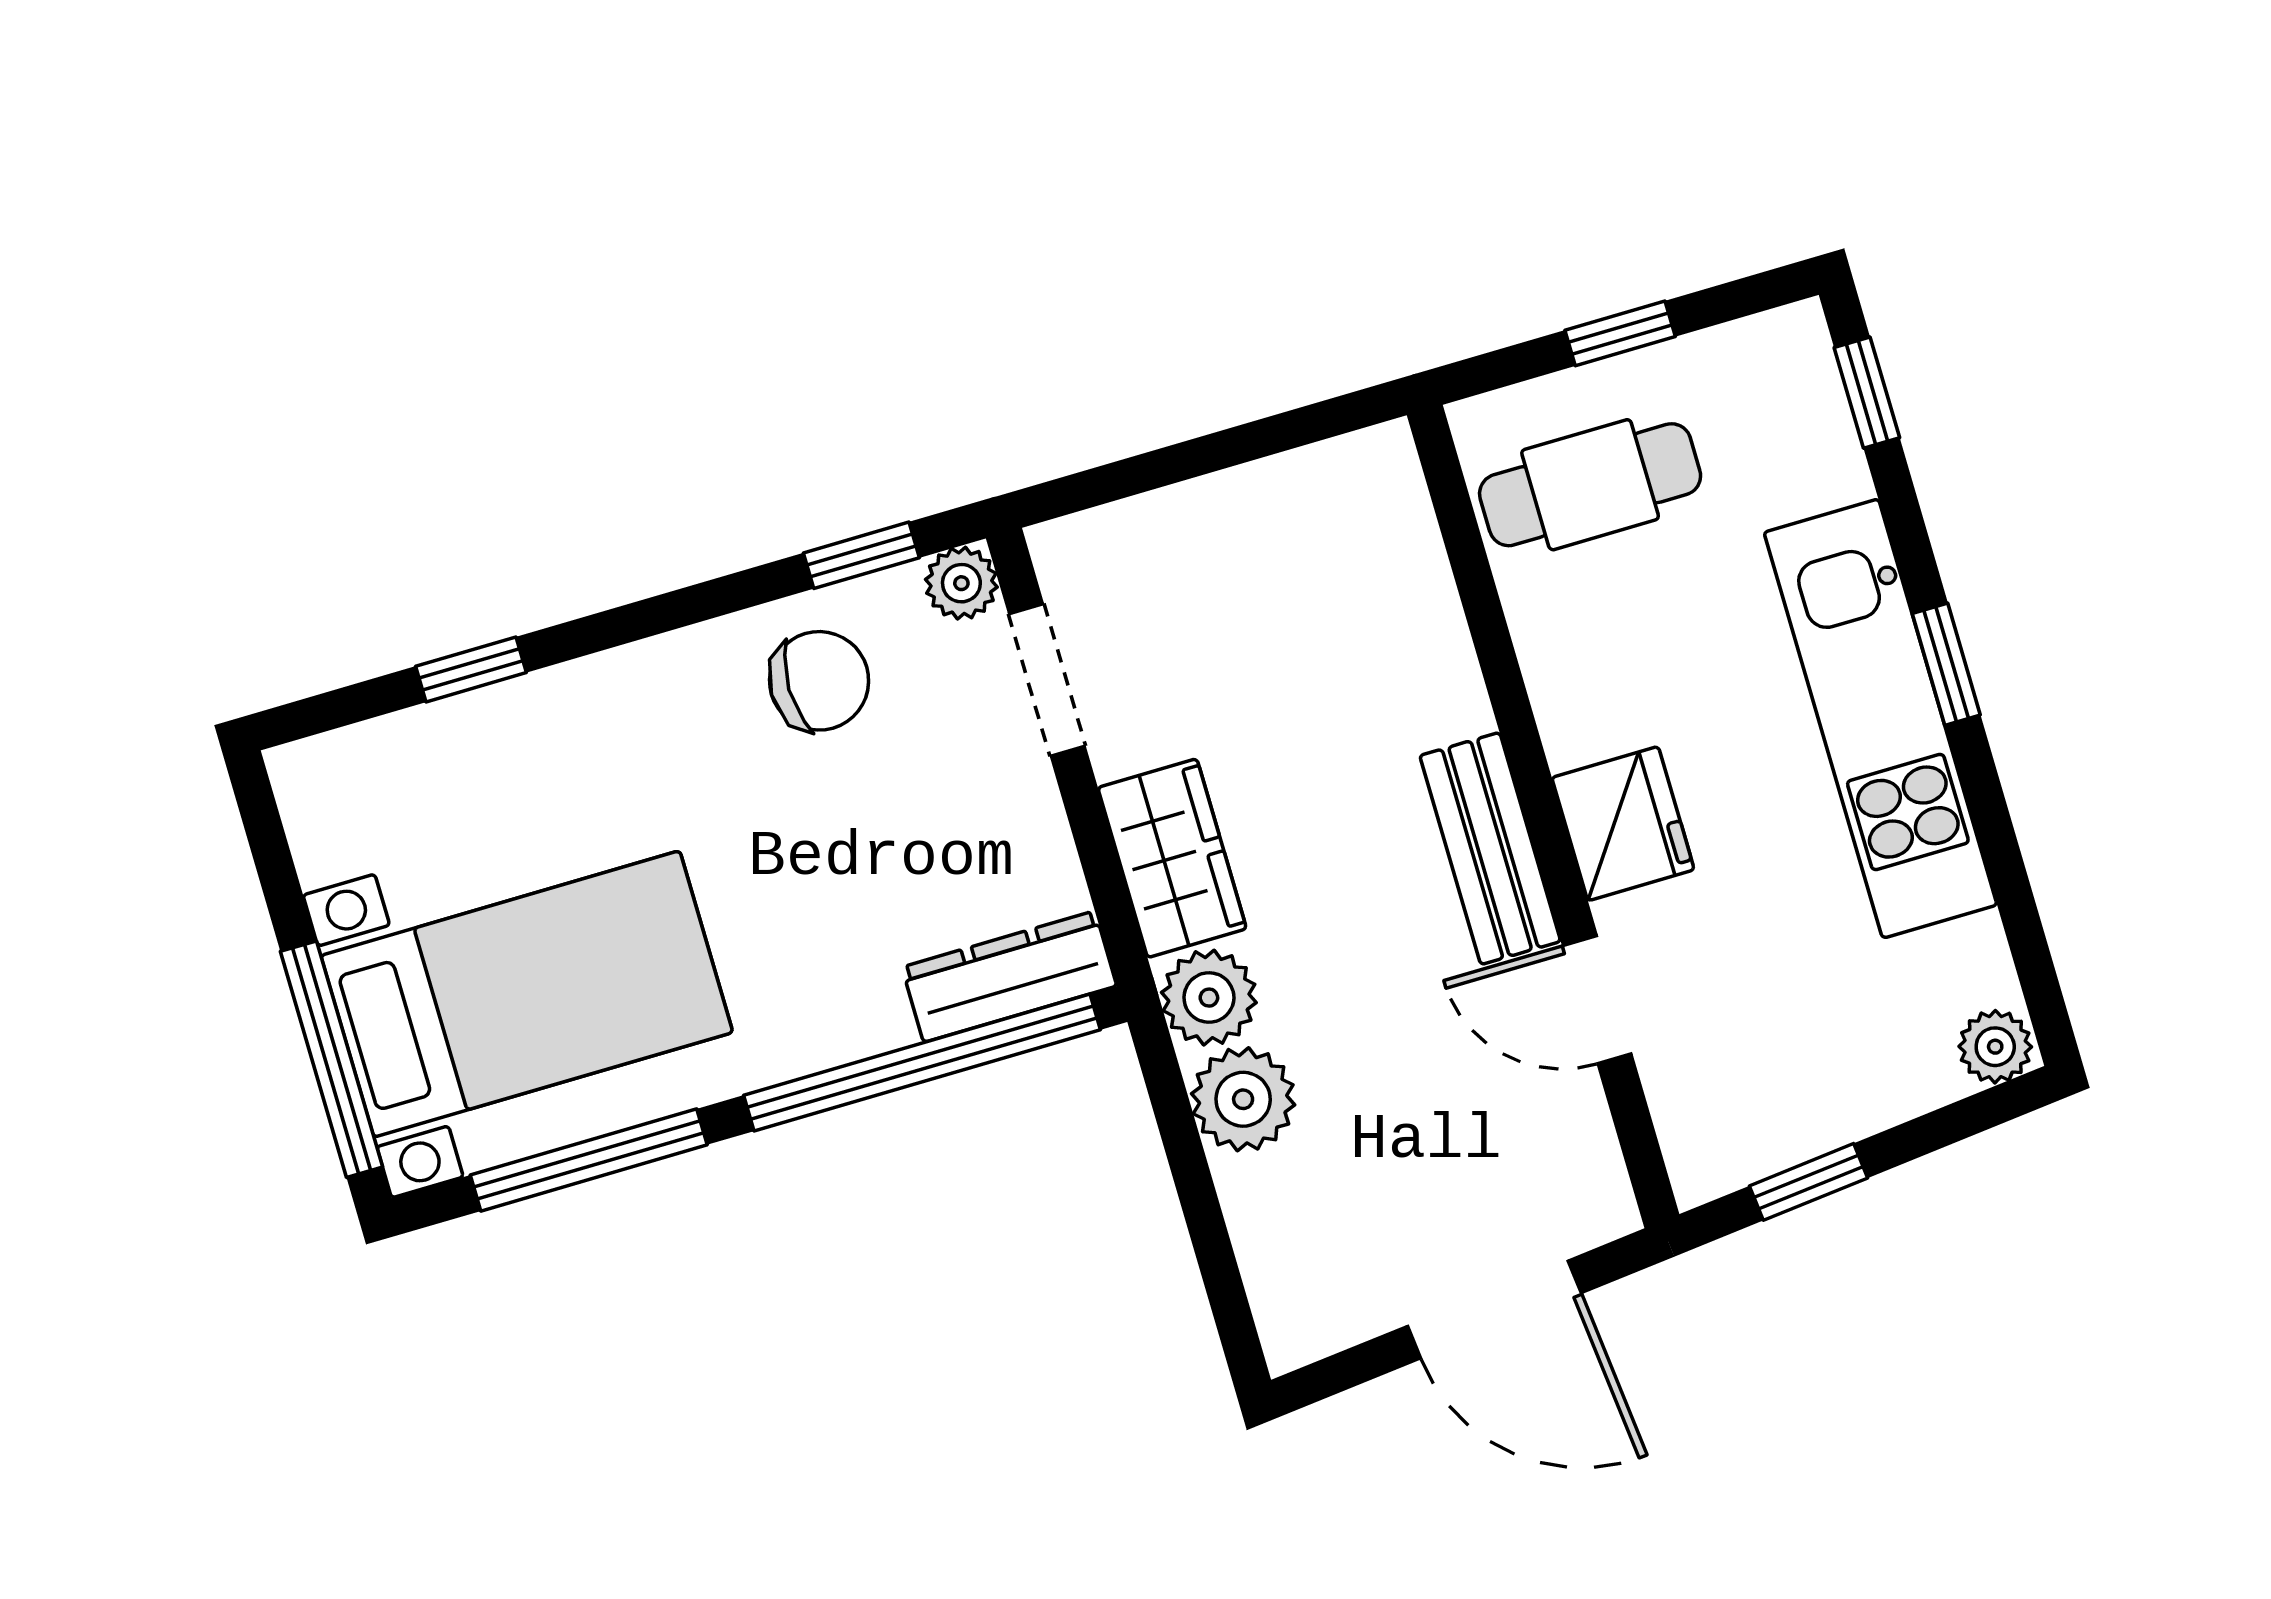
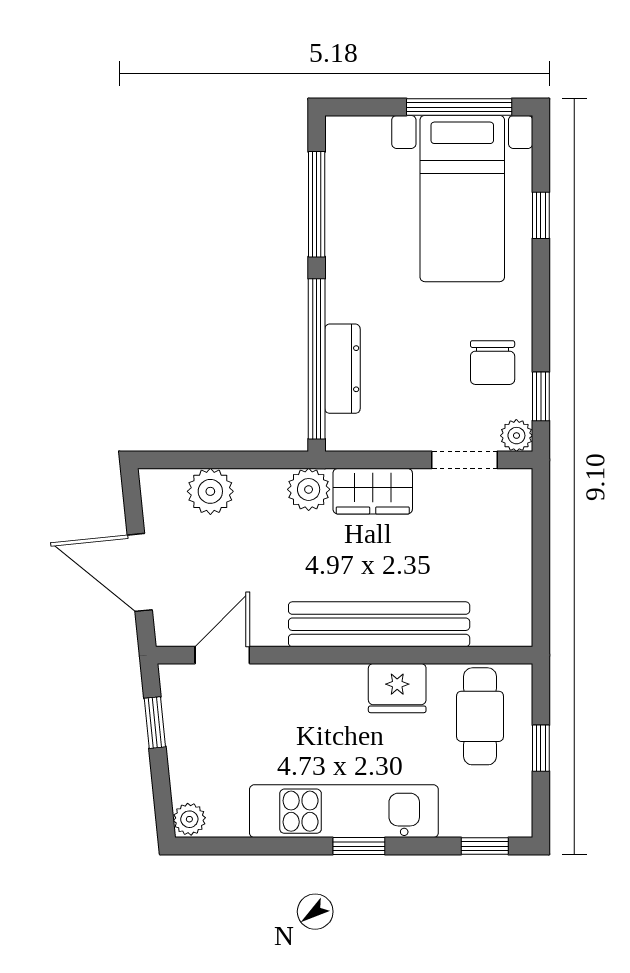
fridge: (1623, 824) -> (397, 688), moved
bench: (1490, 849) -> (379, 624), width x1.86, depth x1.21
dresser: (1009, 977) -> (342, 369), moved
bed with nightstands: (527, 994) -> (462, 199), moved
door: (1597, 1000) -> (222, 655), moved
window: (331, 1059) -> (459, 107), moved
plant: (1243, 1099) -> (210, 491), moved
door: (1494, 1309) -> (140, 572), hinge flipped

